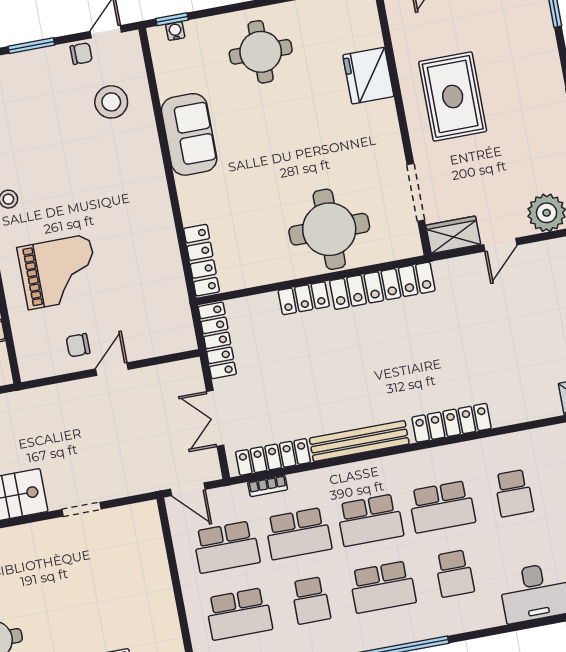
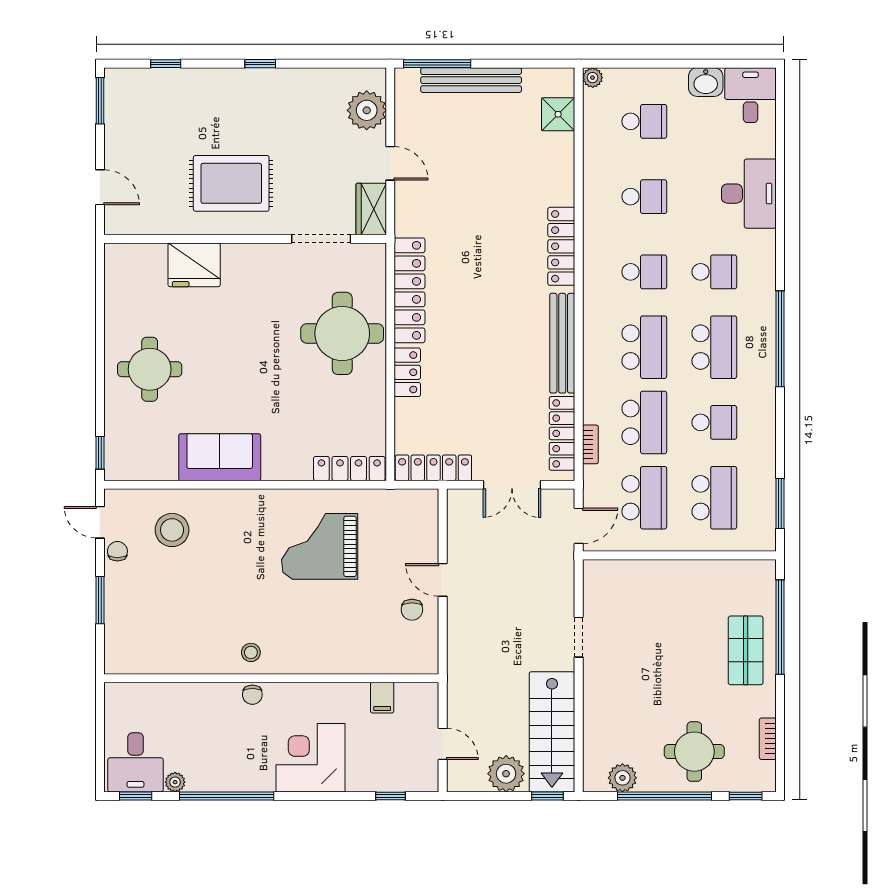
water cooler: (175, 31) -> (112, 452), removed
grand piano: (59, 272) -> (320, 546), moved, turned -90
school desk: (442, 507) -> (644, 272), width x0.54

